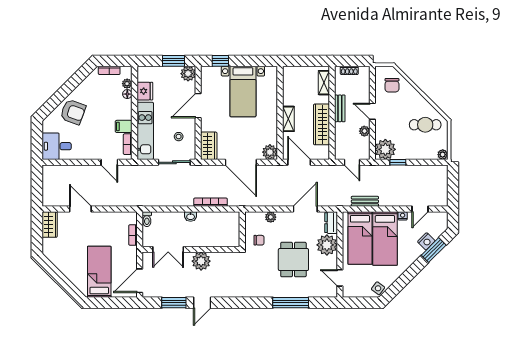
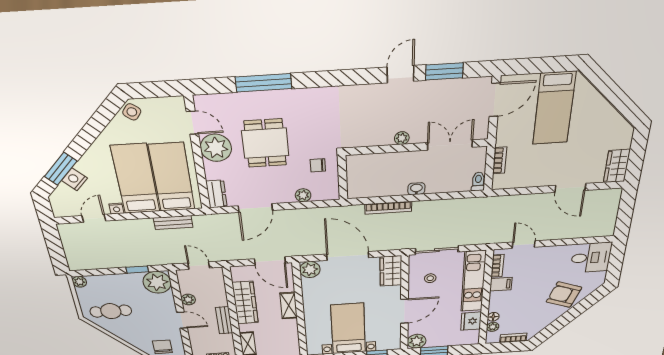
plant: (327, 245) -> (216, 148), moved
plant: (201, 261) -> (402, 138), width x0.53, depth x0.53

